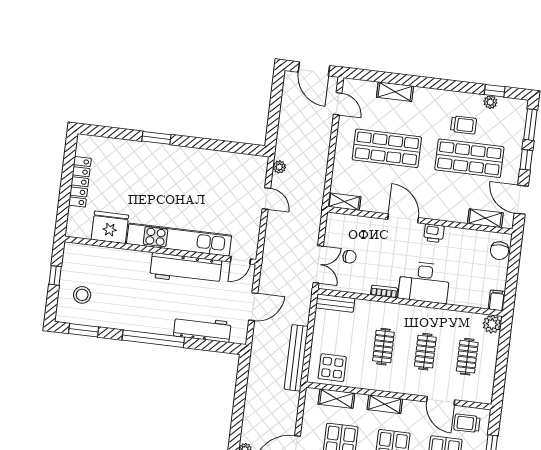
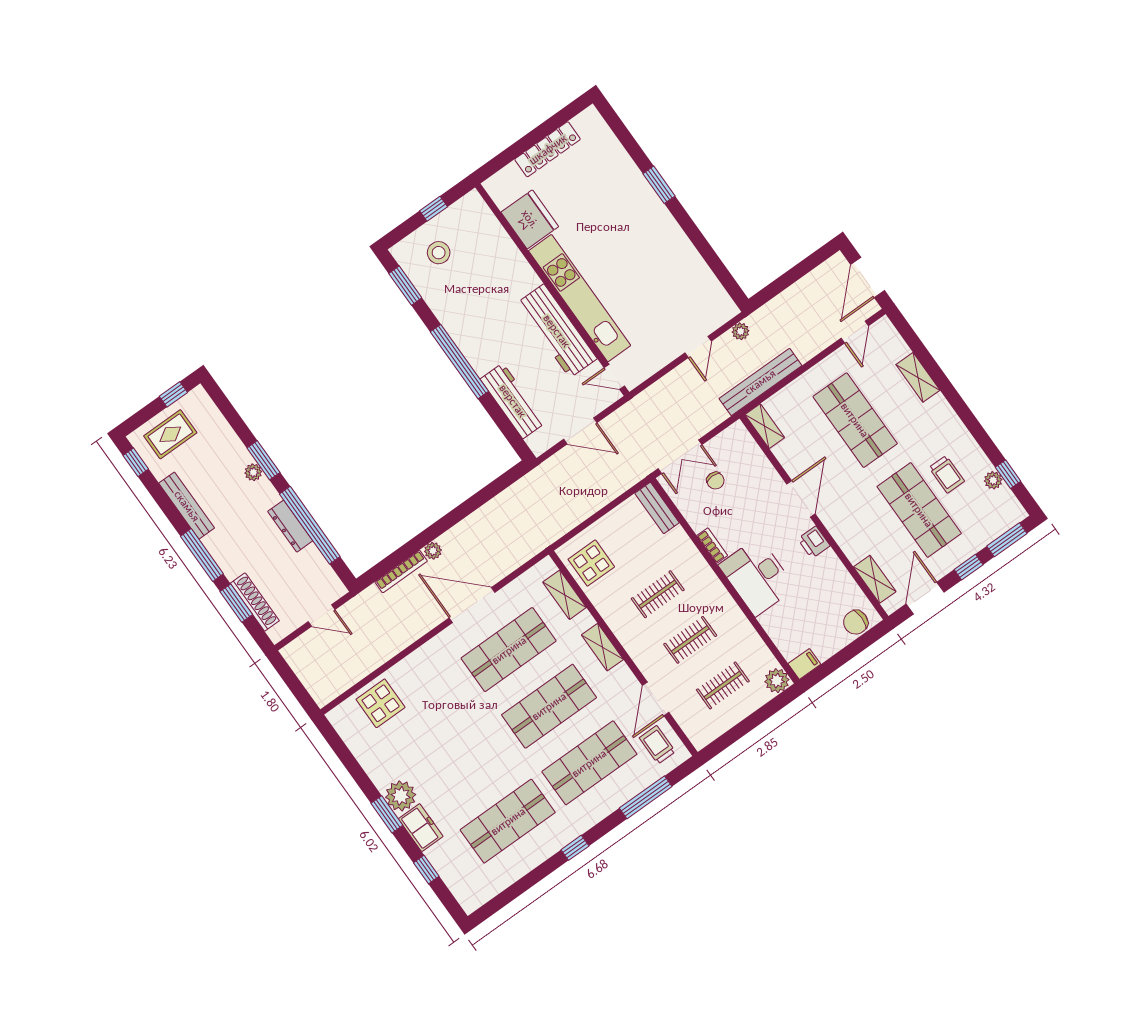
bench: (296, 358) -> (760, 382), moved

